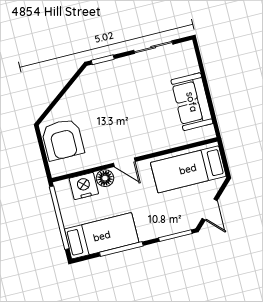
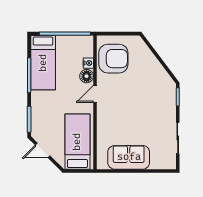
armchair: (63, 140) -> (113, 59), moved, turned 180
nightstand: (84, 186) -> (88, 63), width x0.53, depth x0.56

